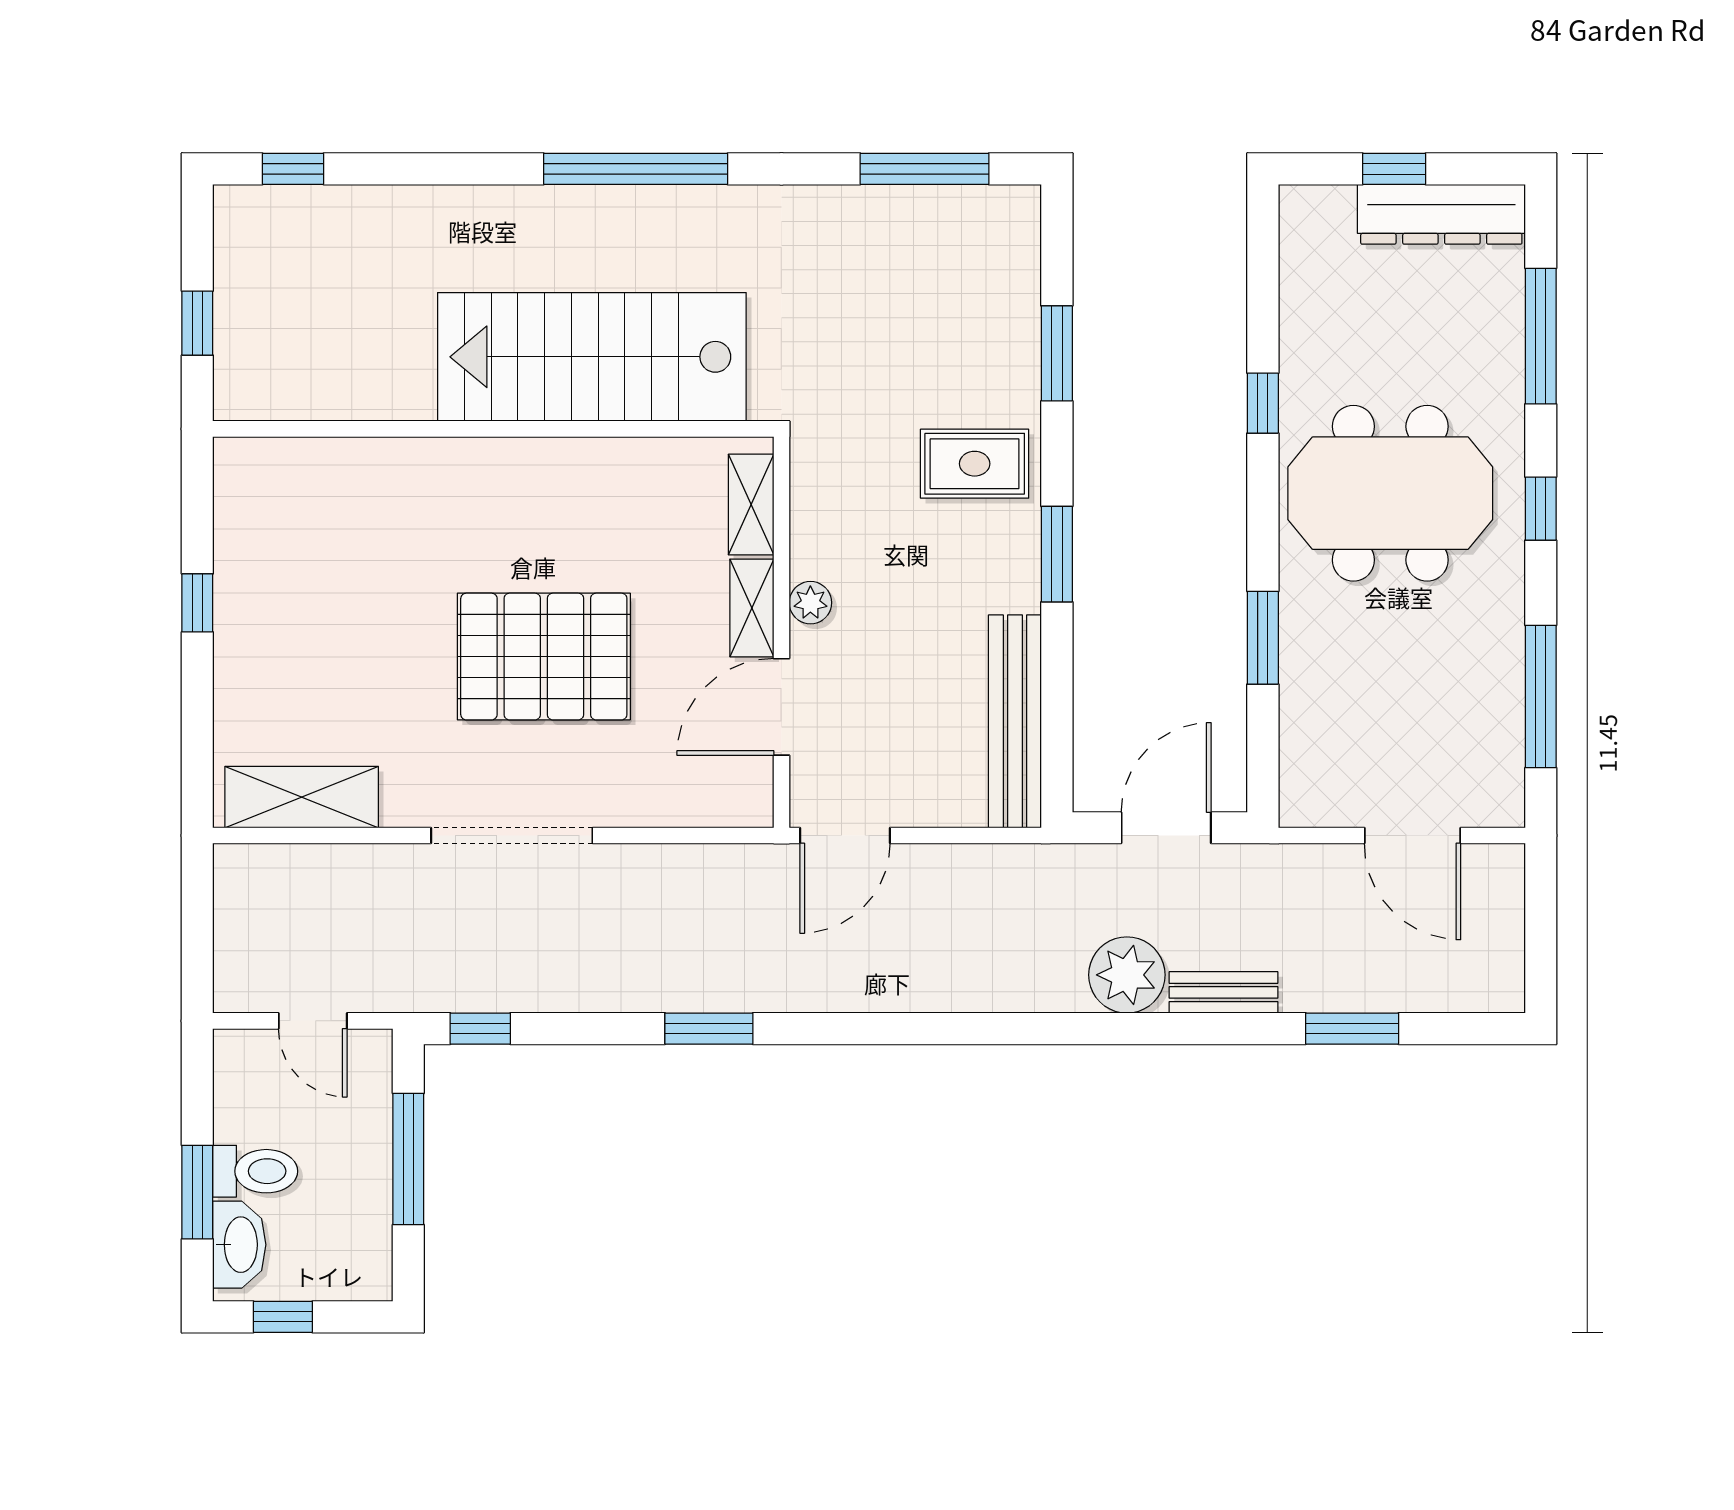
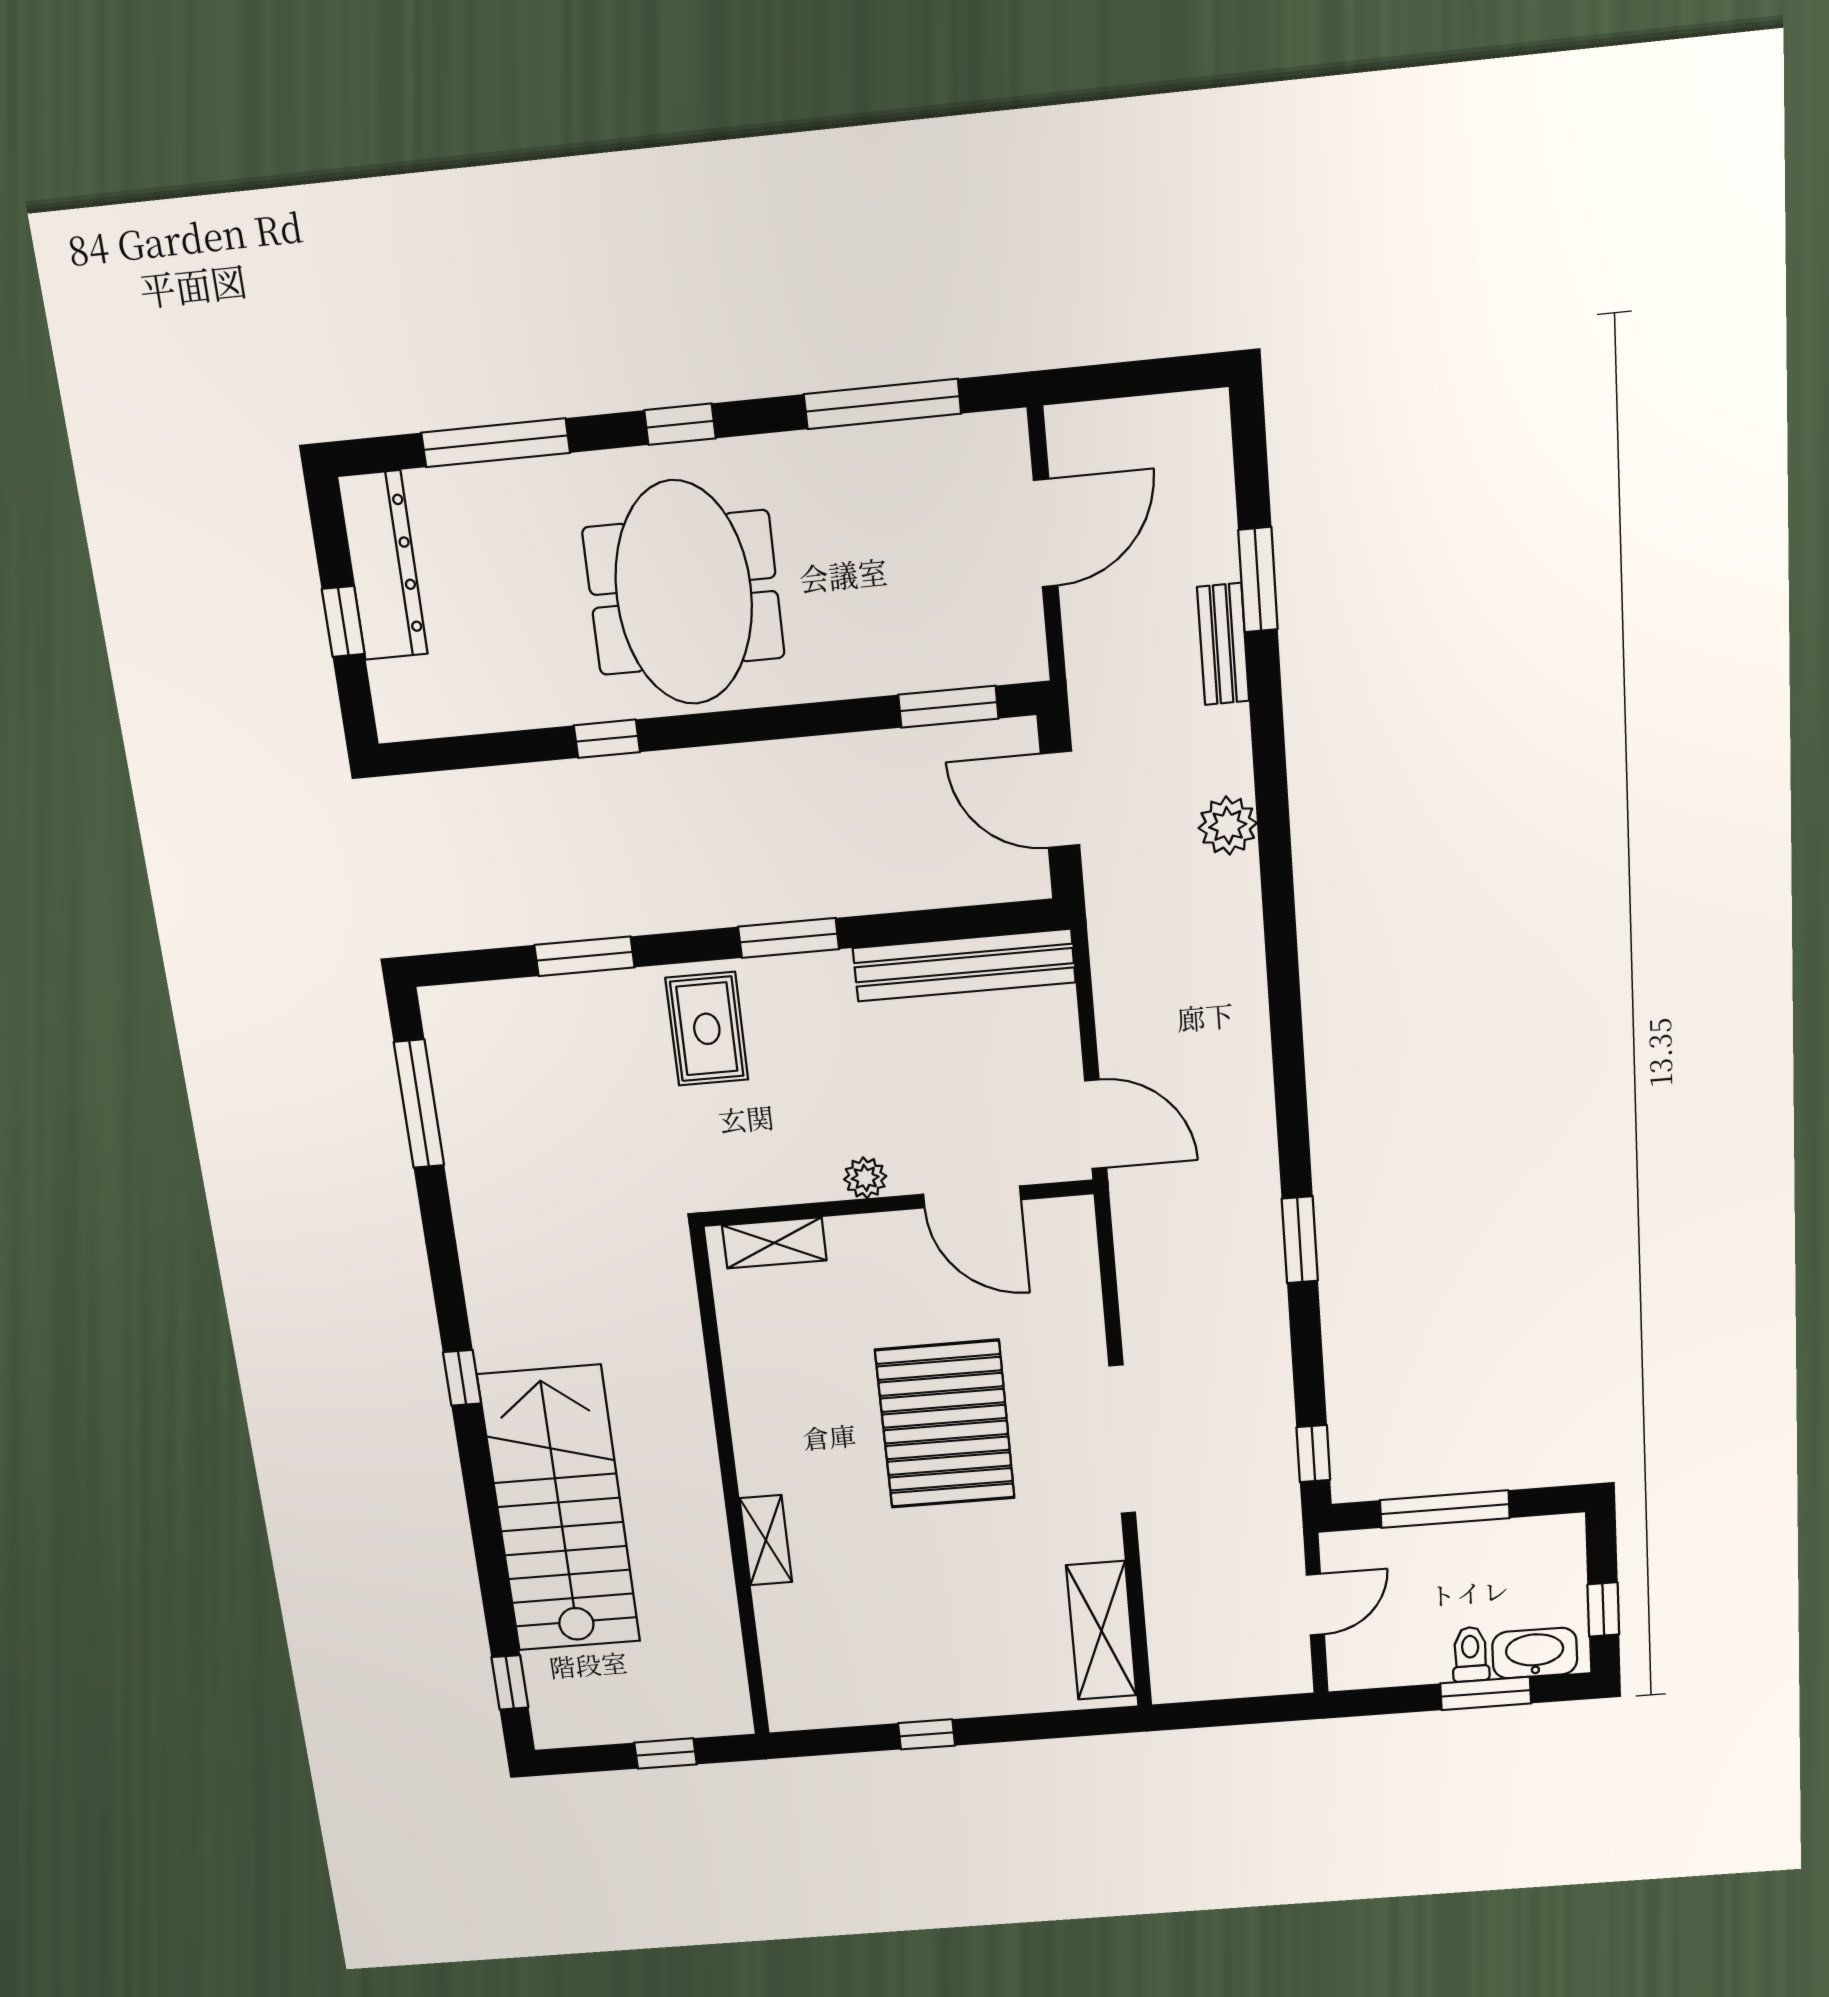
window: (636, 169) -> (462, 1378), width x0.32
stairs: (592, 357) -> (559, 1509), moved, turned 180
shelving: (752, 608) -> (766, 1540), moved, turned 90
window: (1263, 638) -> (948, 707), moved
plant: (1127, 975) -> (1228, 826), width x0.73, depth x0.73
bench: (1223, 992) -> (1223, 644), moved
toilet: (255, 1171) -> (1470, 1654), width x0.73, depth x0.72

